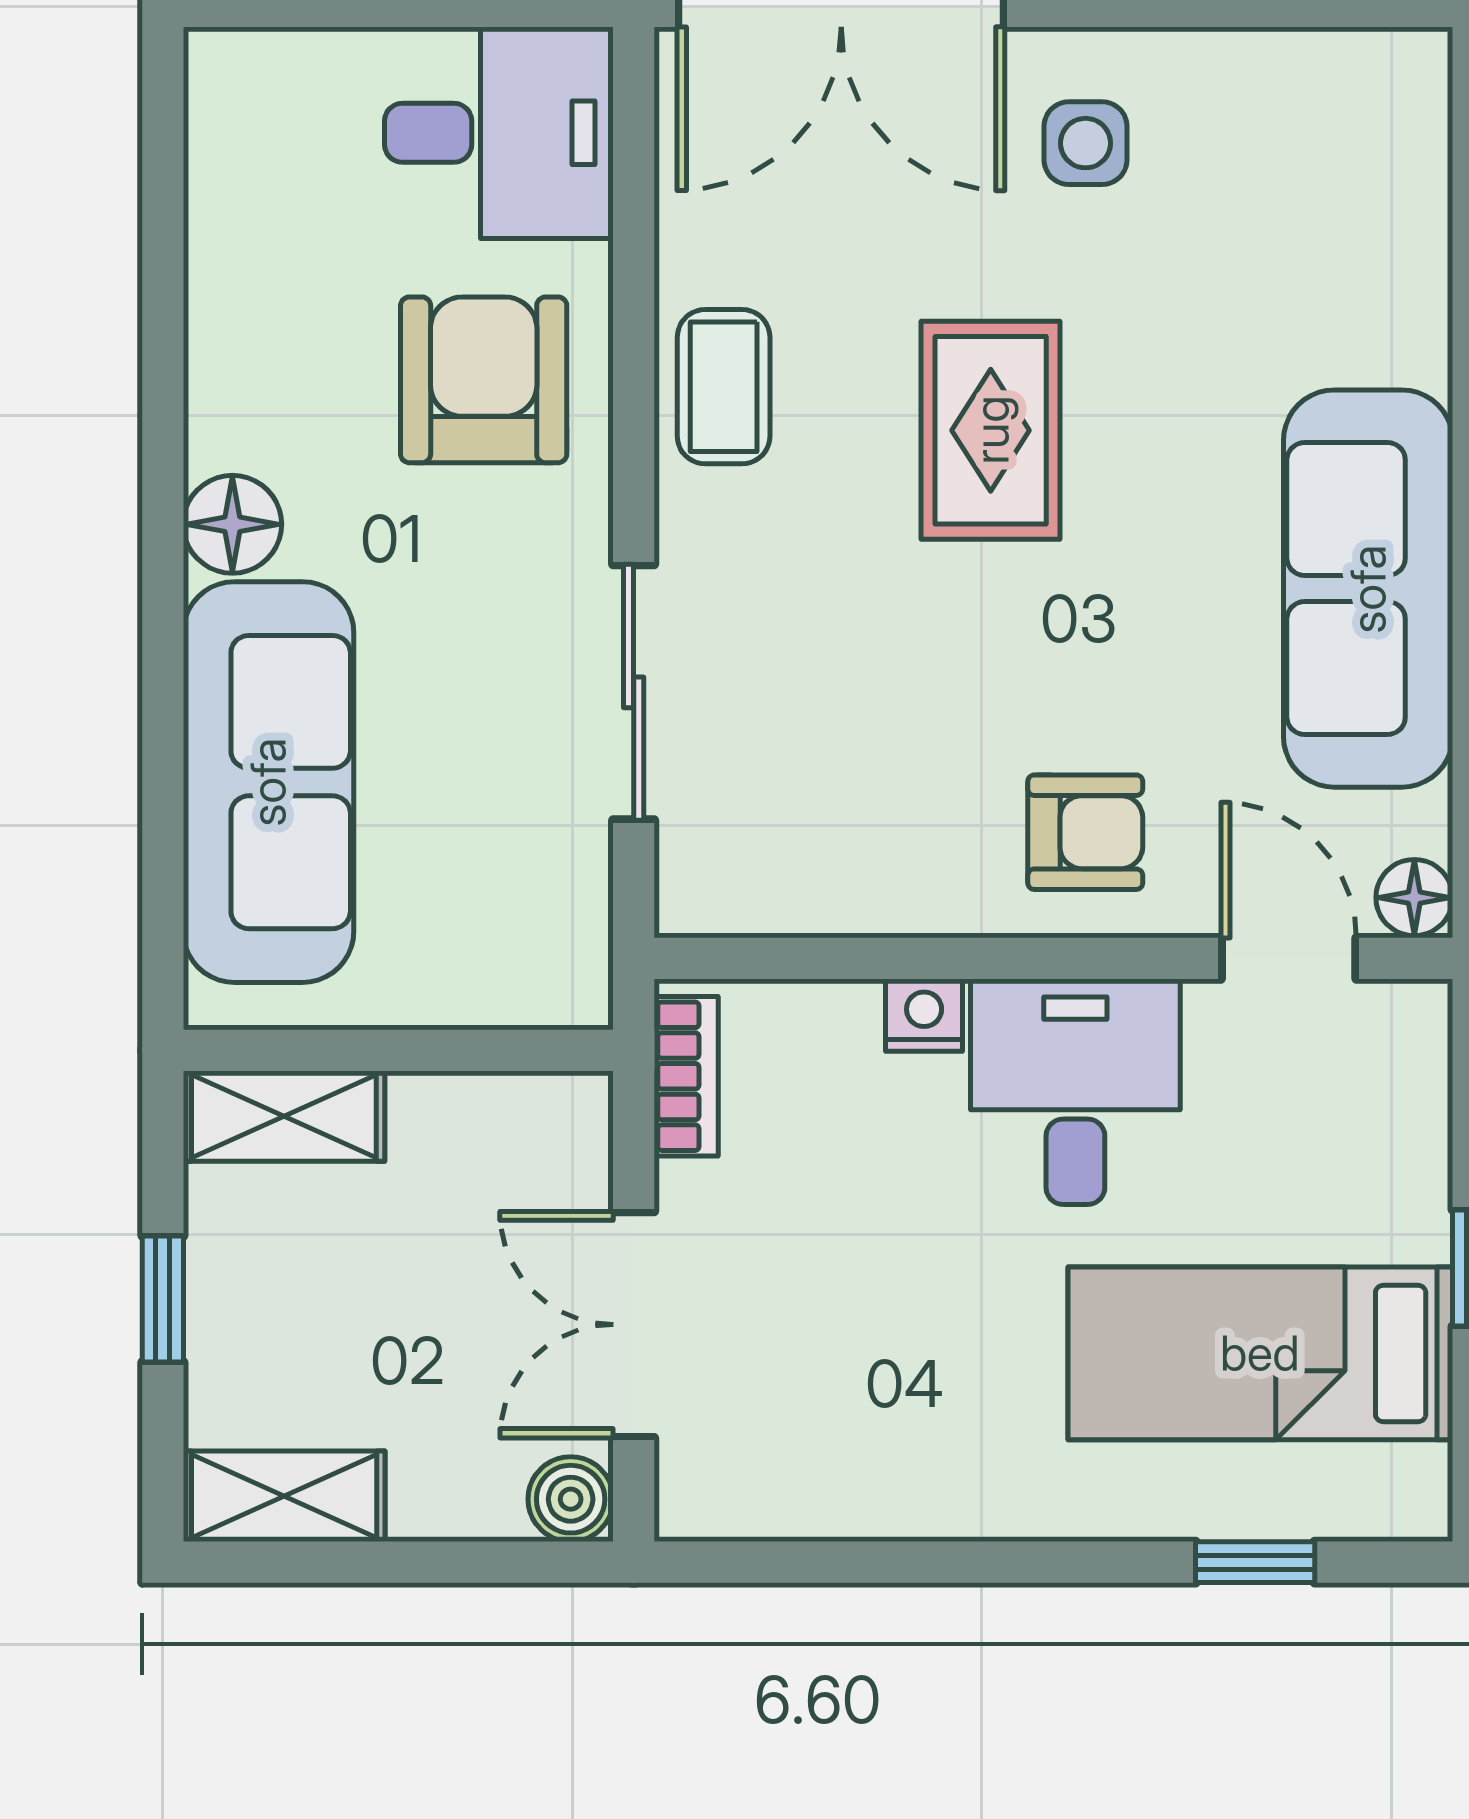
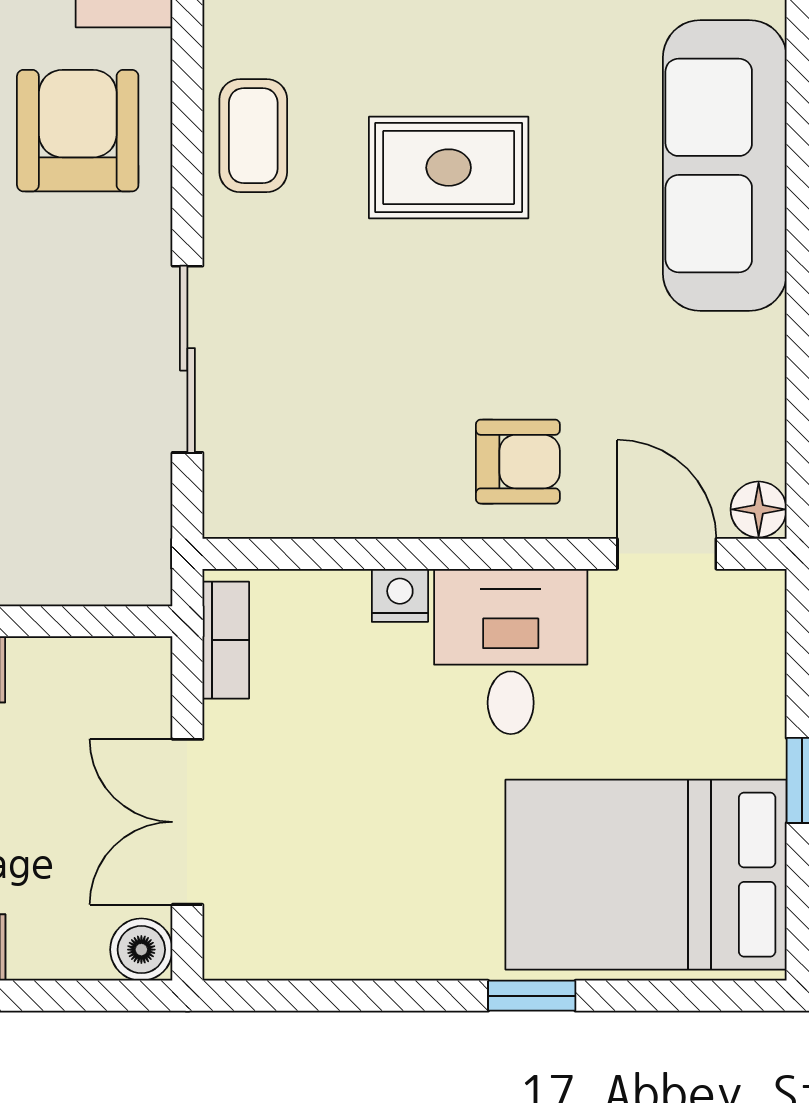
rug: (991, 430) -> (449, 168), turned 90
sofa: (1368, 589) -> (725, 165), moved
bed: (1260, 1353) -> (646, 875), width x1.50
window: (1255, 1562) -> (532, 996), moved

